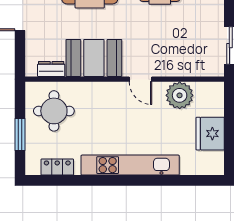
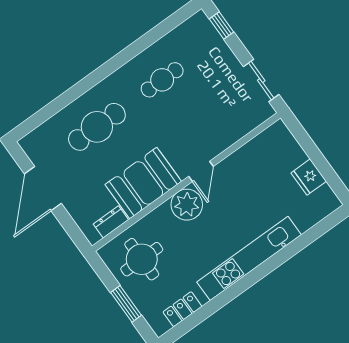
door: (141, 79) -> (201, 171), hinge flipped
plant: (180, 95) -> (187, 205), moved
fridge: (210, 134) -> (309, 177), width x0.73, depth x0.75

